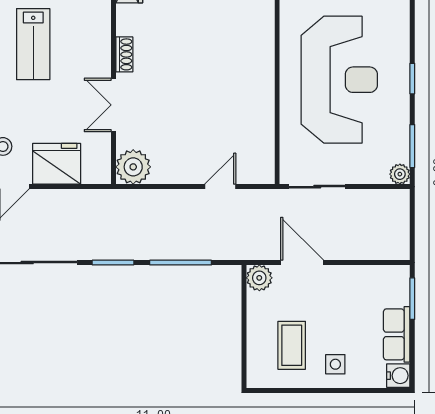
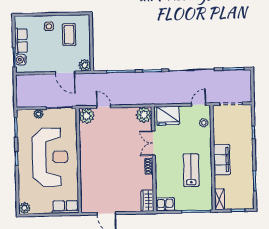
reception desk: (339, 80) -> (50, 157), turned 180
double door: (113, 105) -> (153, 143), swing flipped
fridge: (57, 164) -> (168, 116), moved
plant: (258, 167) -> (87, 116), added
plant: (400, 174) -> (39, 114), moved
door: (220, 187) -> (104, 107), swing flipped
water cooler: (398, 376) -> (21, 60), moved

